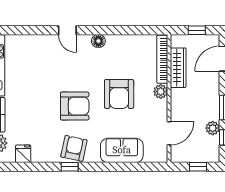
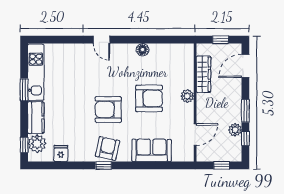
floor lamp: (98, 41) -> (143, 50), moved
bookcase: (162, 59) -> (189, 67), removed
armchair: (119, 94) -> (149, 98), turned -90
armchair: (75, 106) -> (108, 110), turned 180

